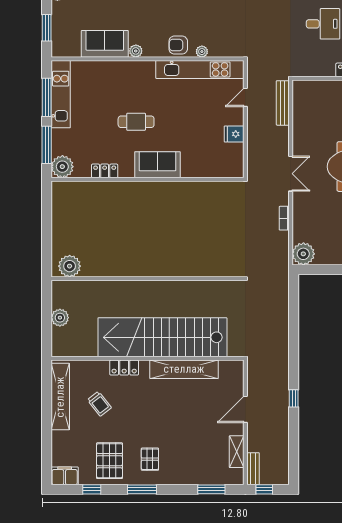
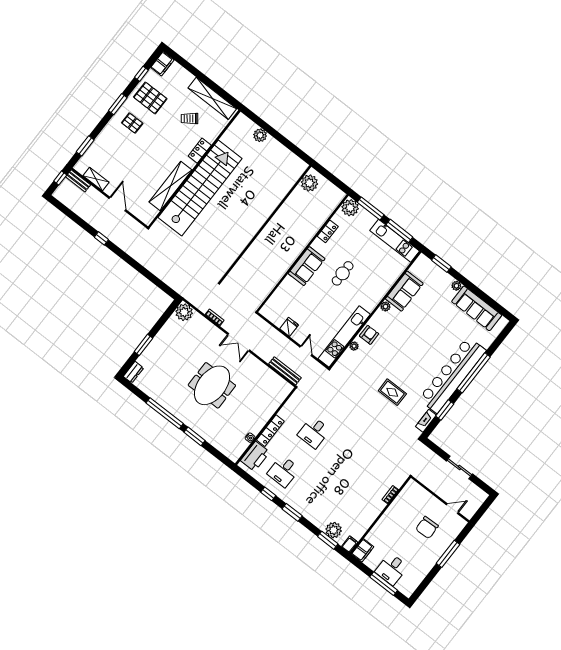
plant: (70, 266) -> (309, 183), moved
wall: (147, 279) -> (265, 224), moved

